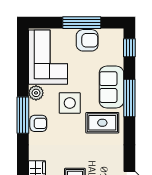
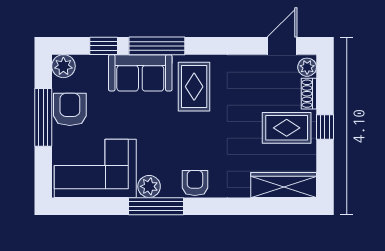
plant: (116, 36) -> (63, 66), added
window: (129, 48) -> (104, 46), moved
side table: (70, 103) -> (164, 136), removed
window: (23, 115) -> (156, 206), moved

